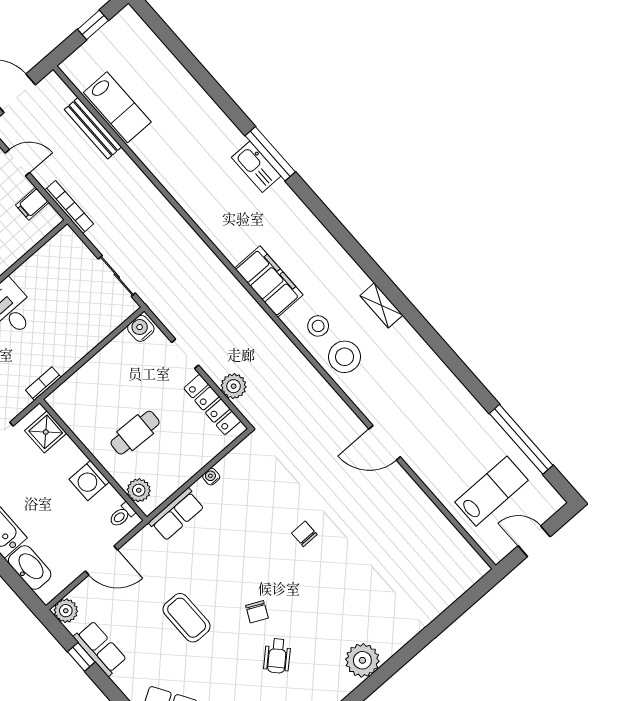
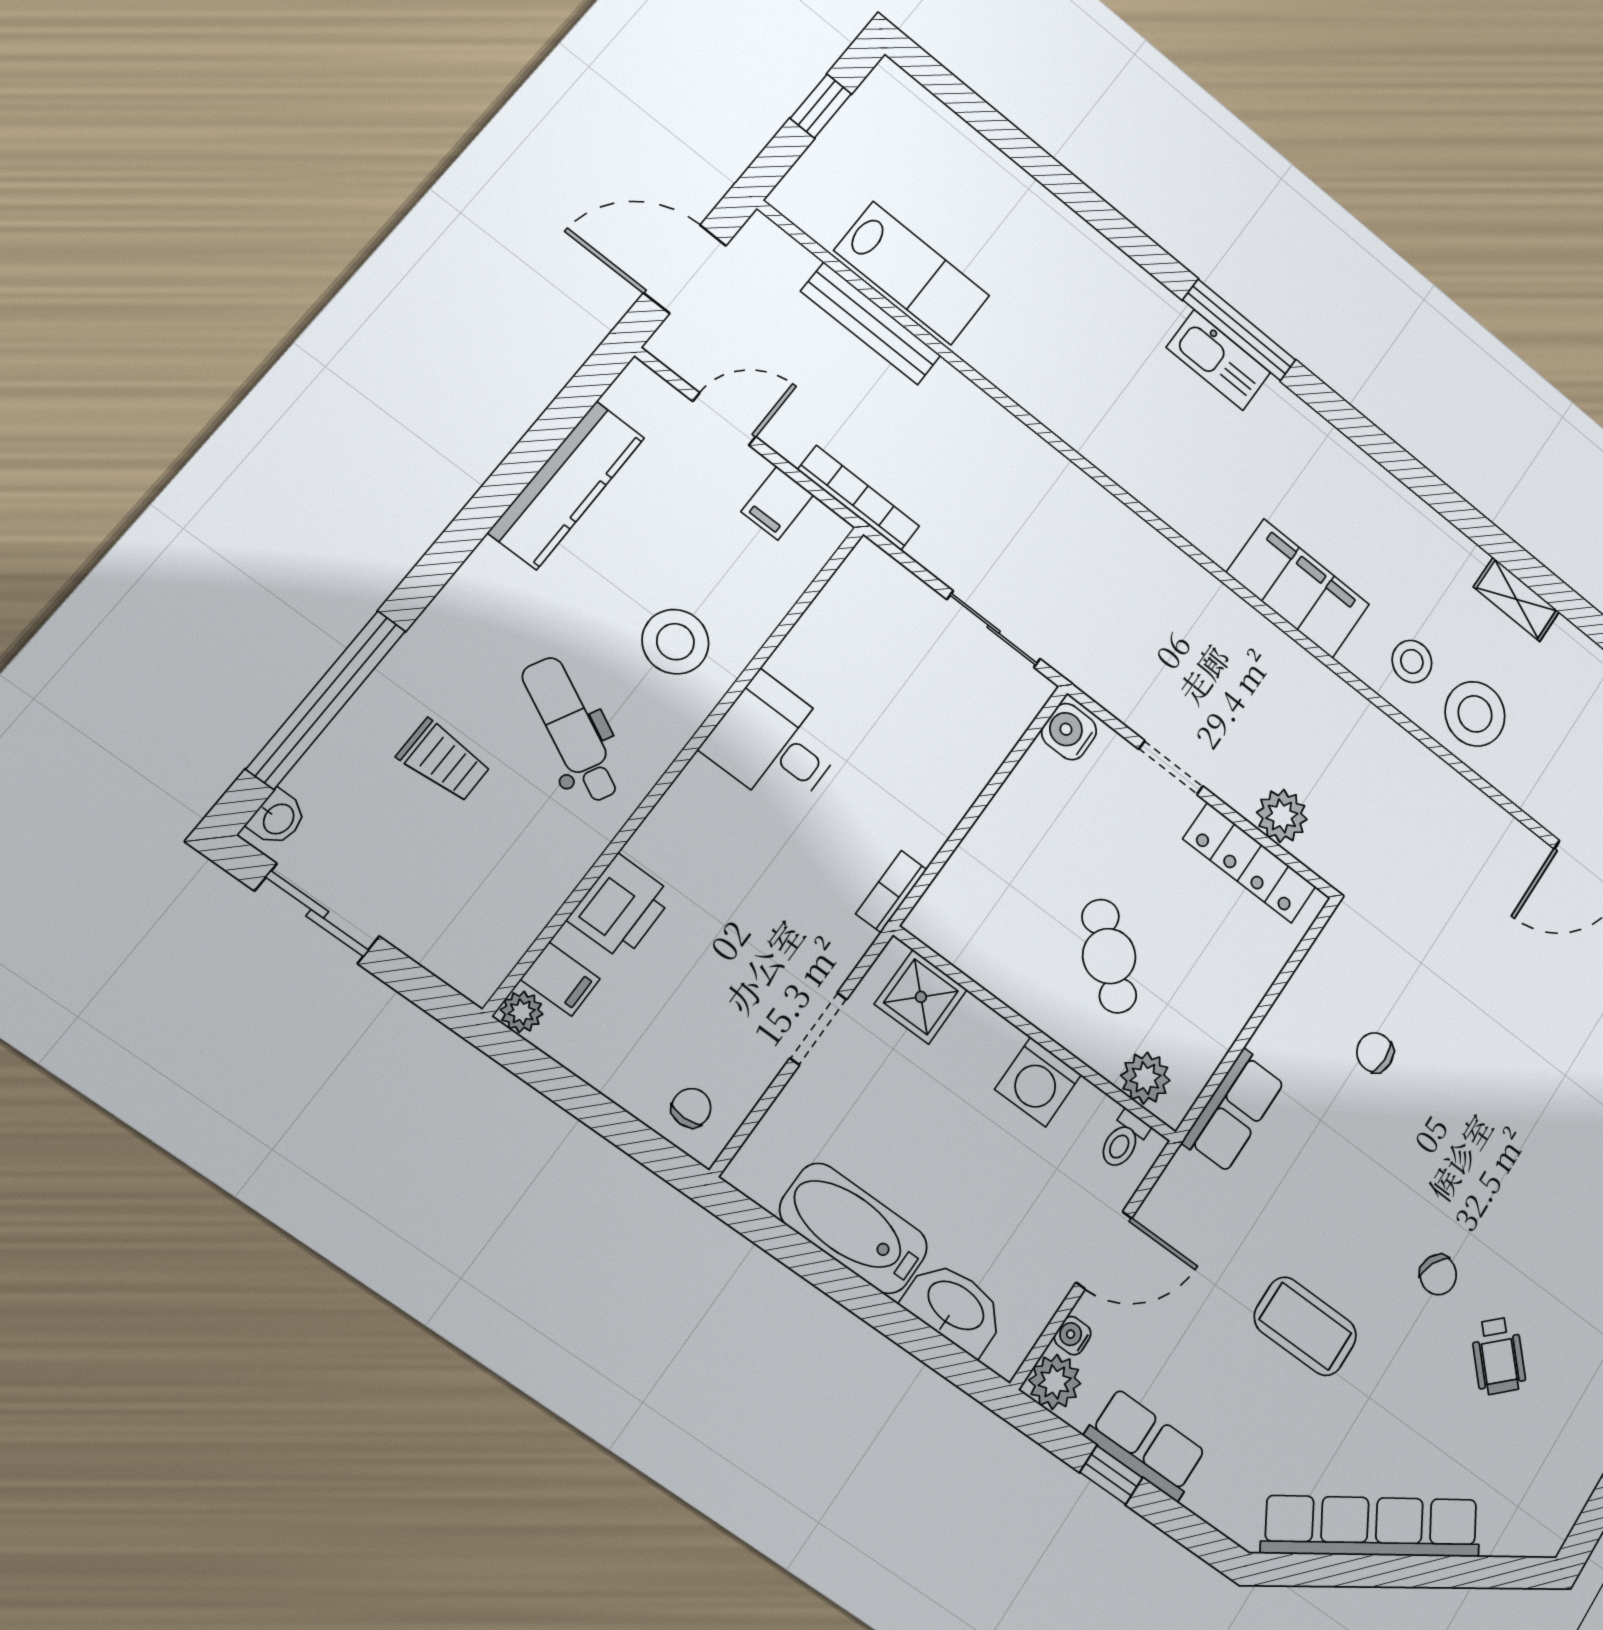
cafe table: (135, 433) -> (1109, 956), turned -50
water cooler: (211, 477) -> (1073, 1336), moved
chair: (304, 534) -> (1375, 1053), moved

